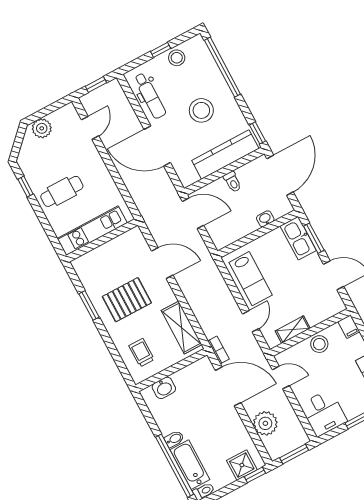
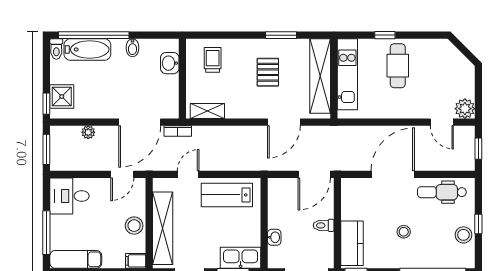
stool: (201, 110) -> (404, 232), width x0.53, depth x0.53
plant: (42, 128) -> (465, 109), moved
kitchen counter: (225, 154) -> (352, 243), width x0.67
window: (26, 187) -> (385, 35), moved
shelving: (106, 253) -> (320, 76), added
pallet: (127, 300) -> (268, 72), width x0.67, depth x0.71
door: (251, 321) -> (188, 174), swing flipped
shelving: (182, 328) -> (207, 111), width x0.67, depth x0.75
shelving: (293, 330) -> (163, 228), width x2.20, depth x1.33
trolley: (142, 353) -> (213, 60), turned -90
plant: (265, 423) -> (88, 132), width x0.53, depth x0.53
bidet: (174, 439) -> (132, 48), moved

